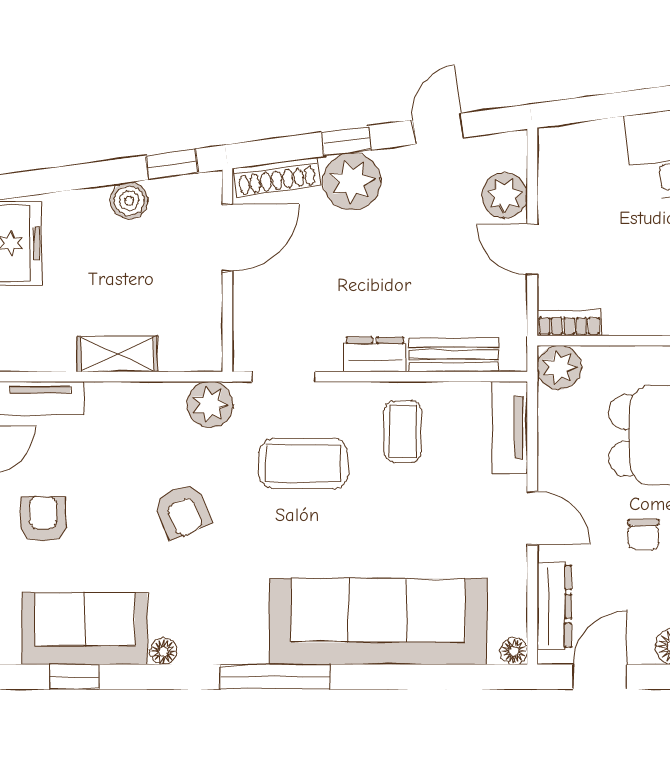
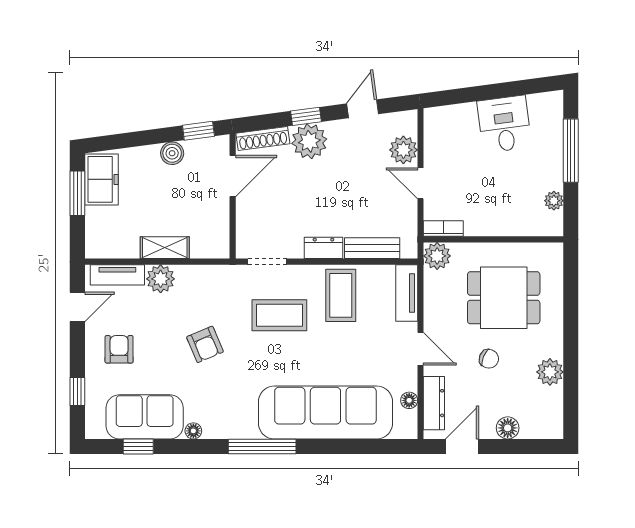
plant: (210, 405) -> (161, 279), moved
coffee table: (403, 431) -> (341, 295), width x1.36, depth x1.30
chair: (643, 534) -> (489, 359), turned -67
floor lamp: (514, 651) -> (409, 400), moved

